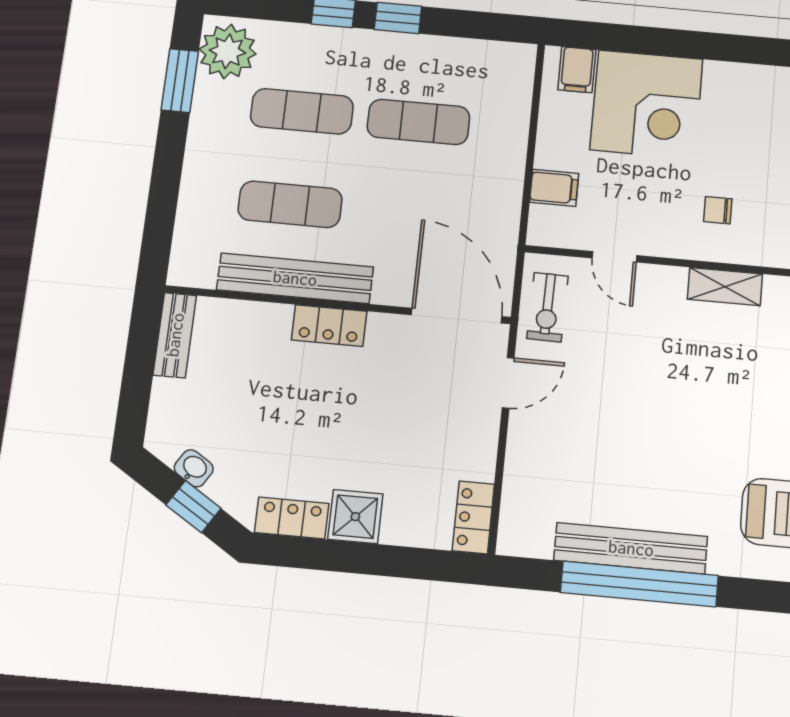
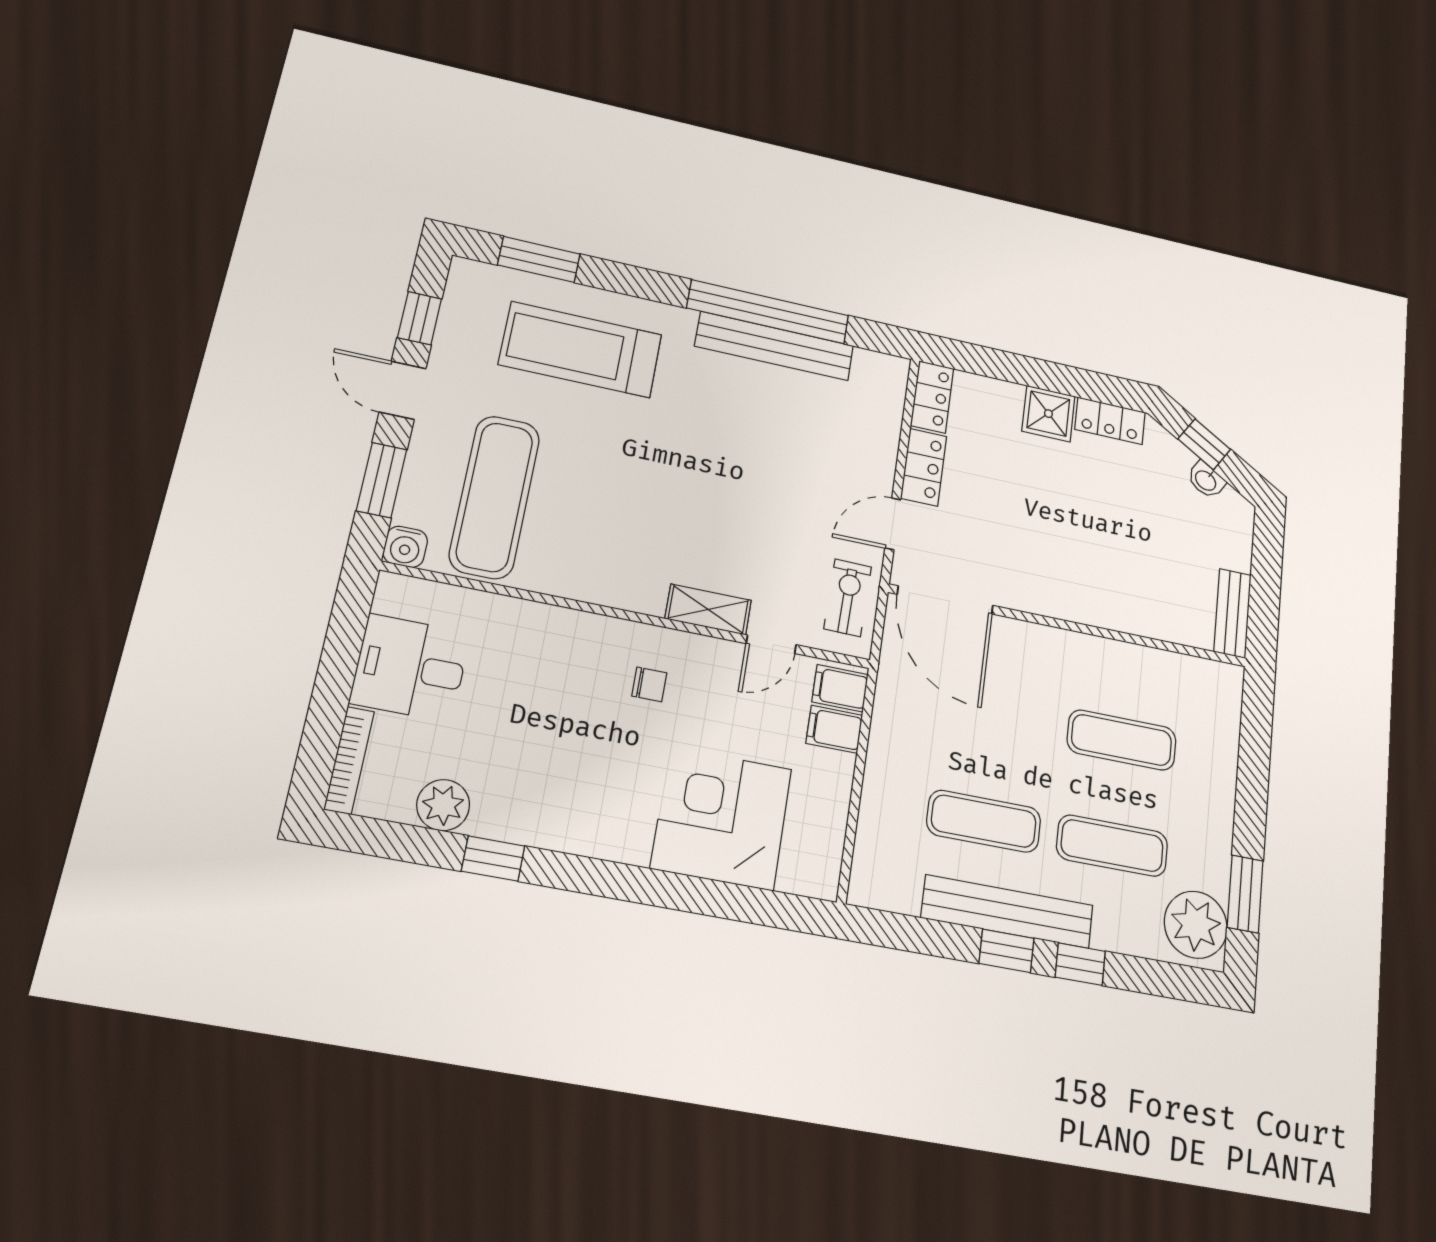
filing cabinet: (577, 70) -> (840, 688), moved, turned -90
door: (614, 257) -> (771, 644), swing flipped
bench: (295, 278) -> (1007, 911), moved
shelving: (725, 287) -> (708, 609), moved
locker: (329, 326) -> (924, 467), moved, turned 90

